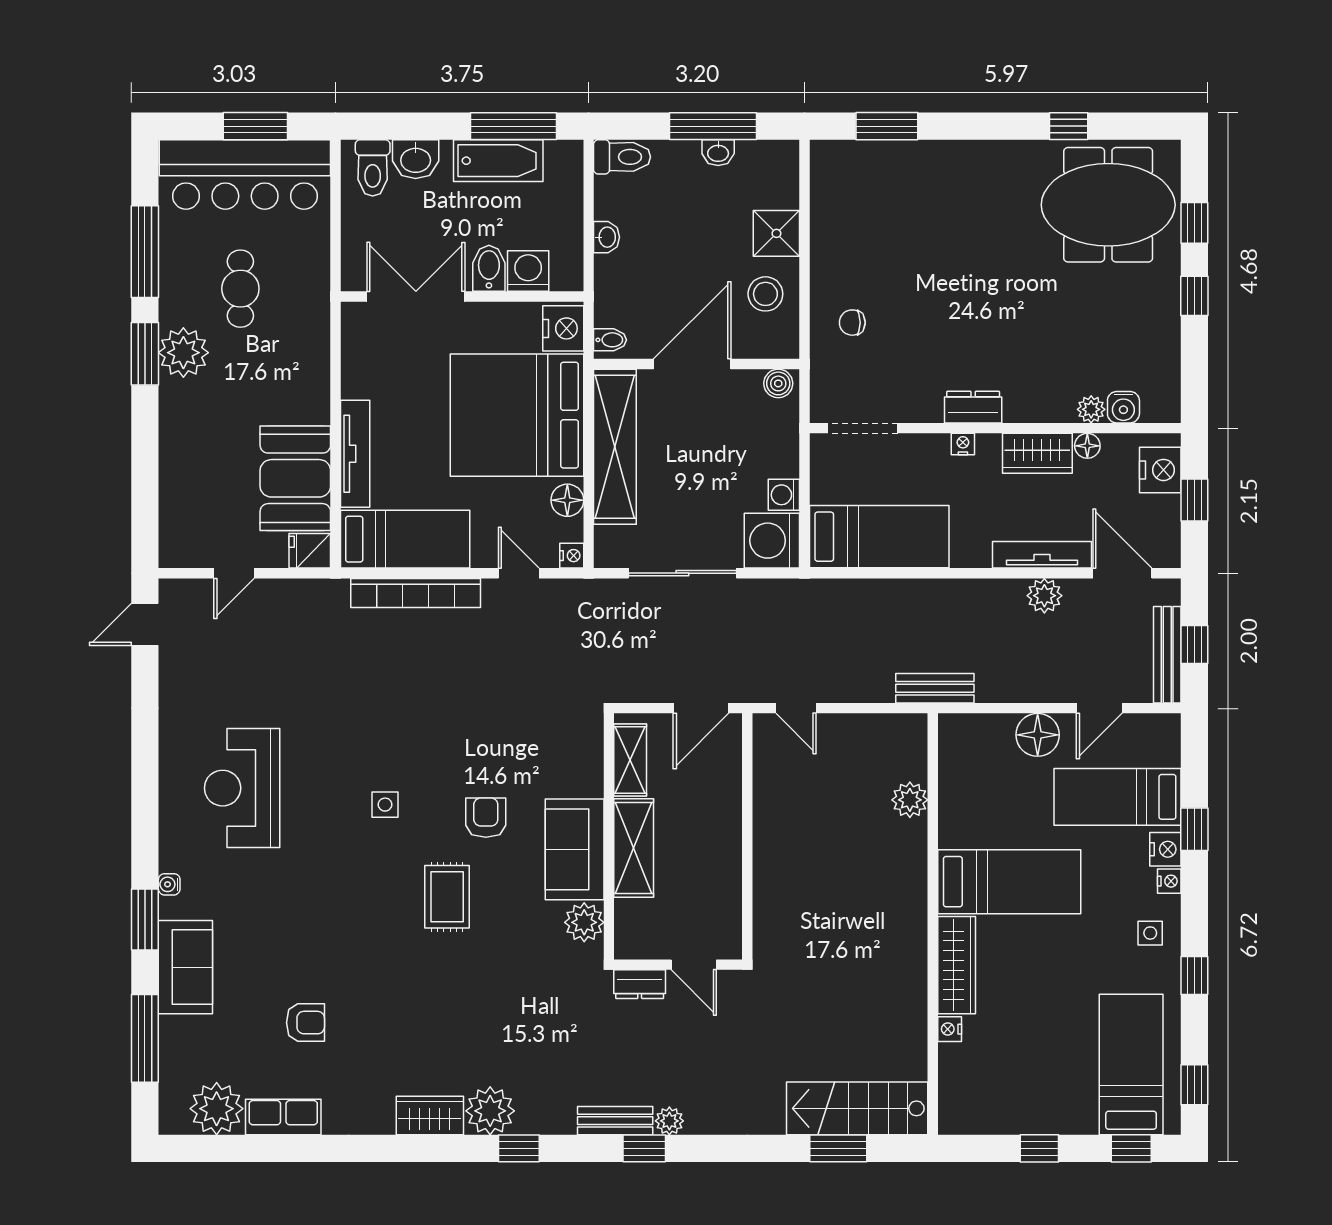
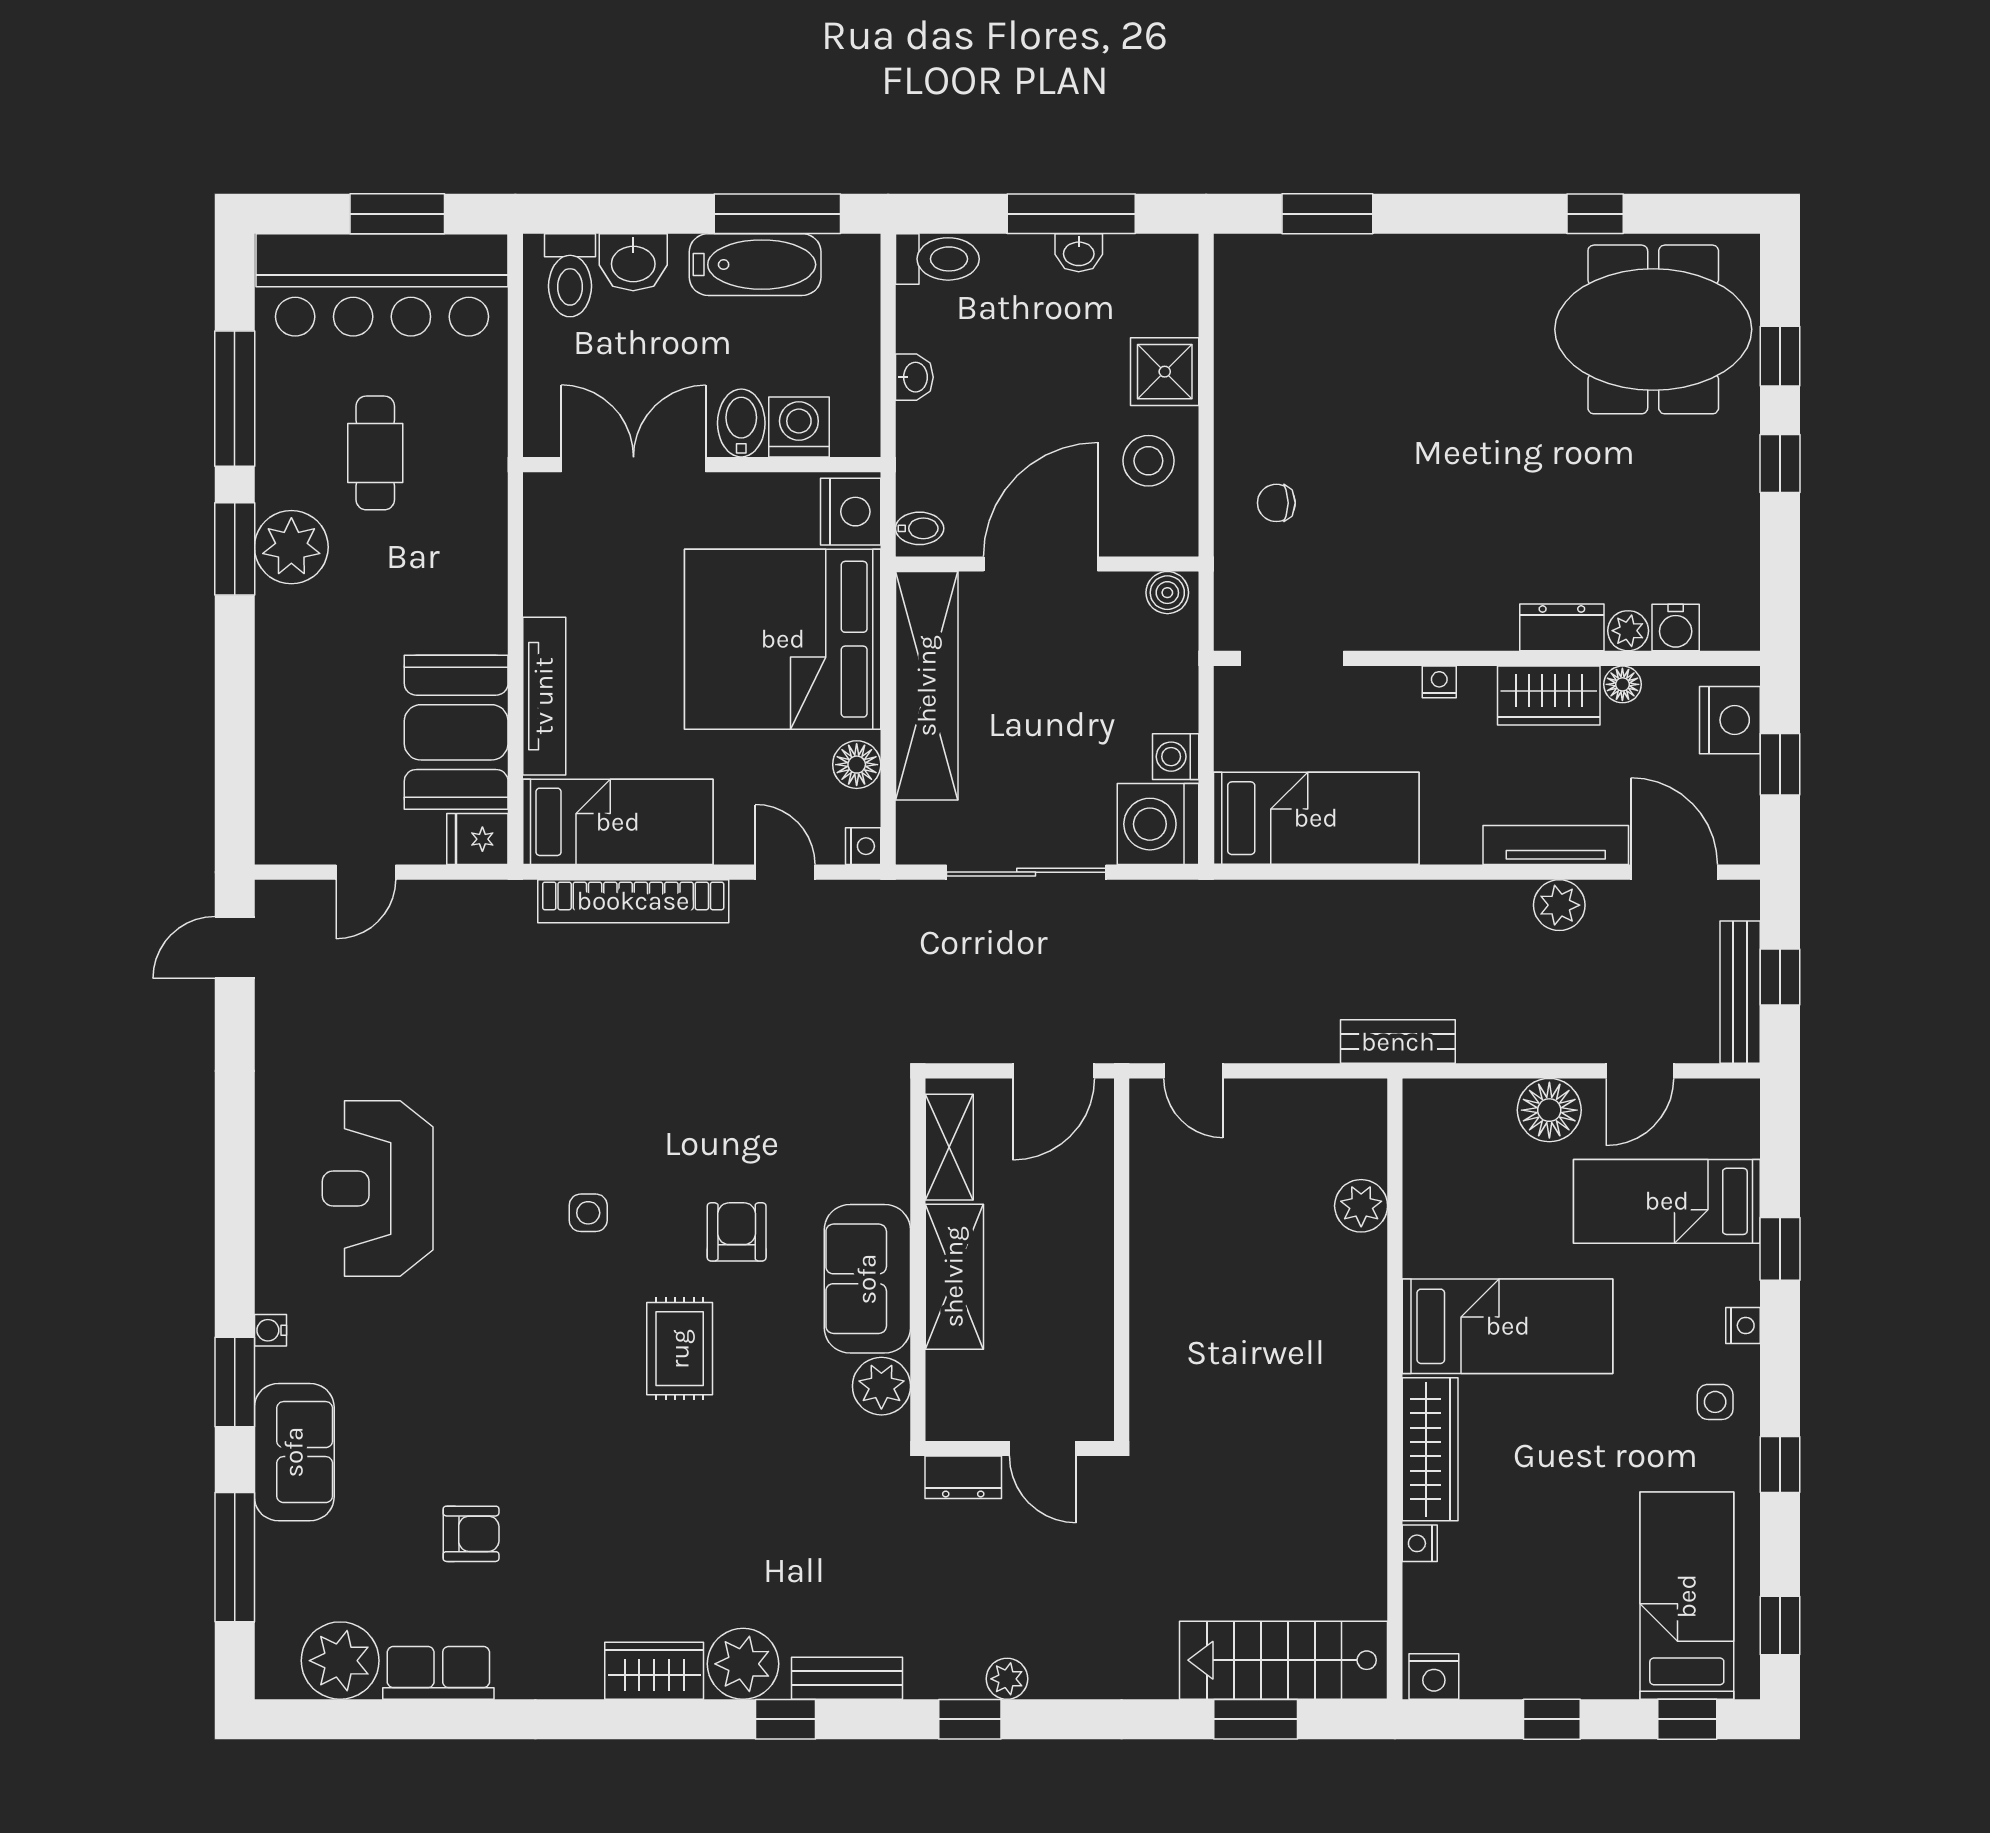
dresser: (973, 407) -> (1562, 627), moved
nightstand: (1165, 849) -> (1434, 1677), moved, turned 90
bench: (615, 1121) -> (847, 1678), moved

